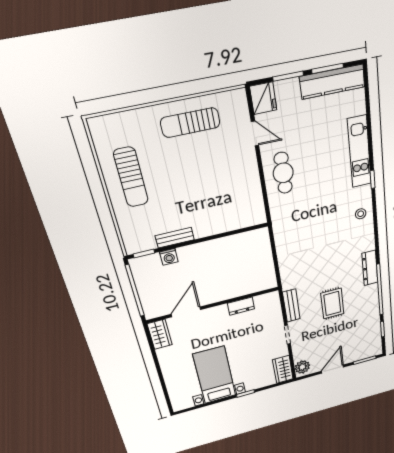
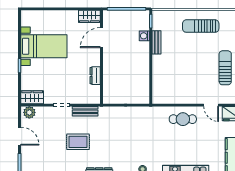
door: (255, 133) -> (211, 105), hinge flipped
door: (186, 312) -> (102, 38), swing flipped

